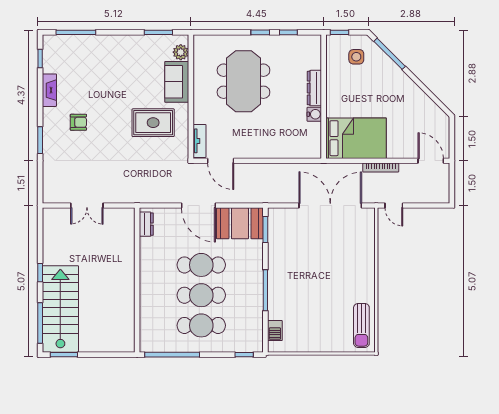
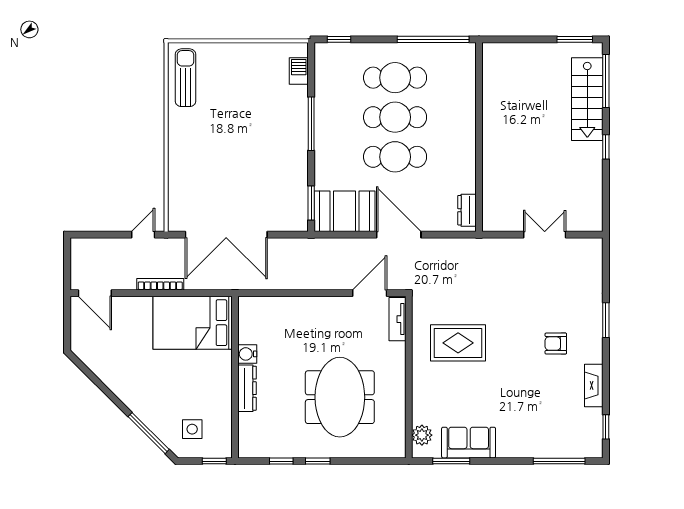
sofa: (177, 82) -> (469, 443), moved, turned -90
door: (221, 161) -> (370, 293), hinge flipped
door: (394, 206) -> (143, 235), hinge flipped
stairs: (60, 309) -> (587, 99), width x0.73, depth x0.66

